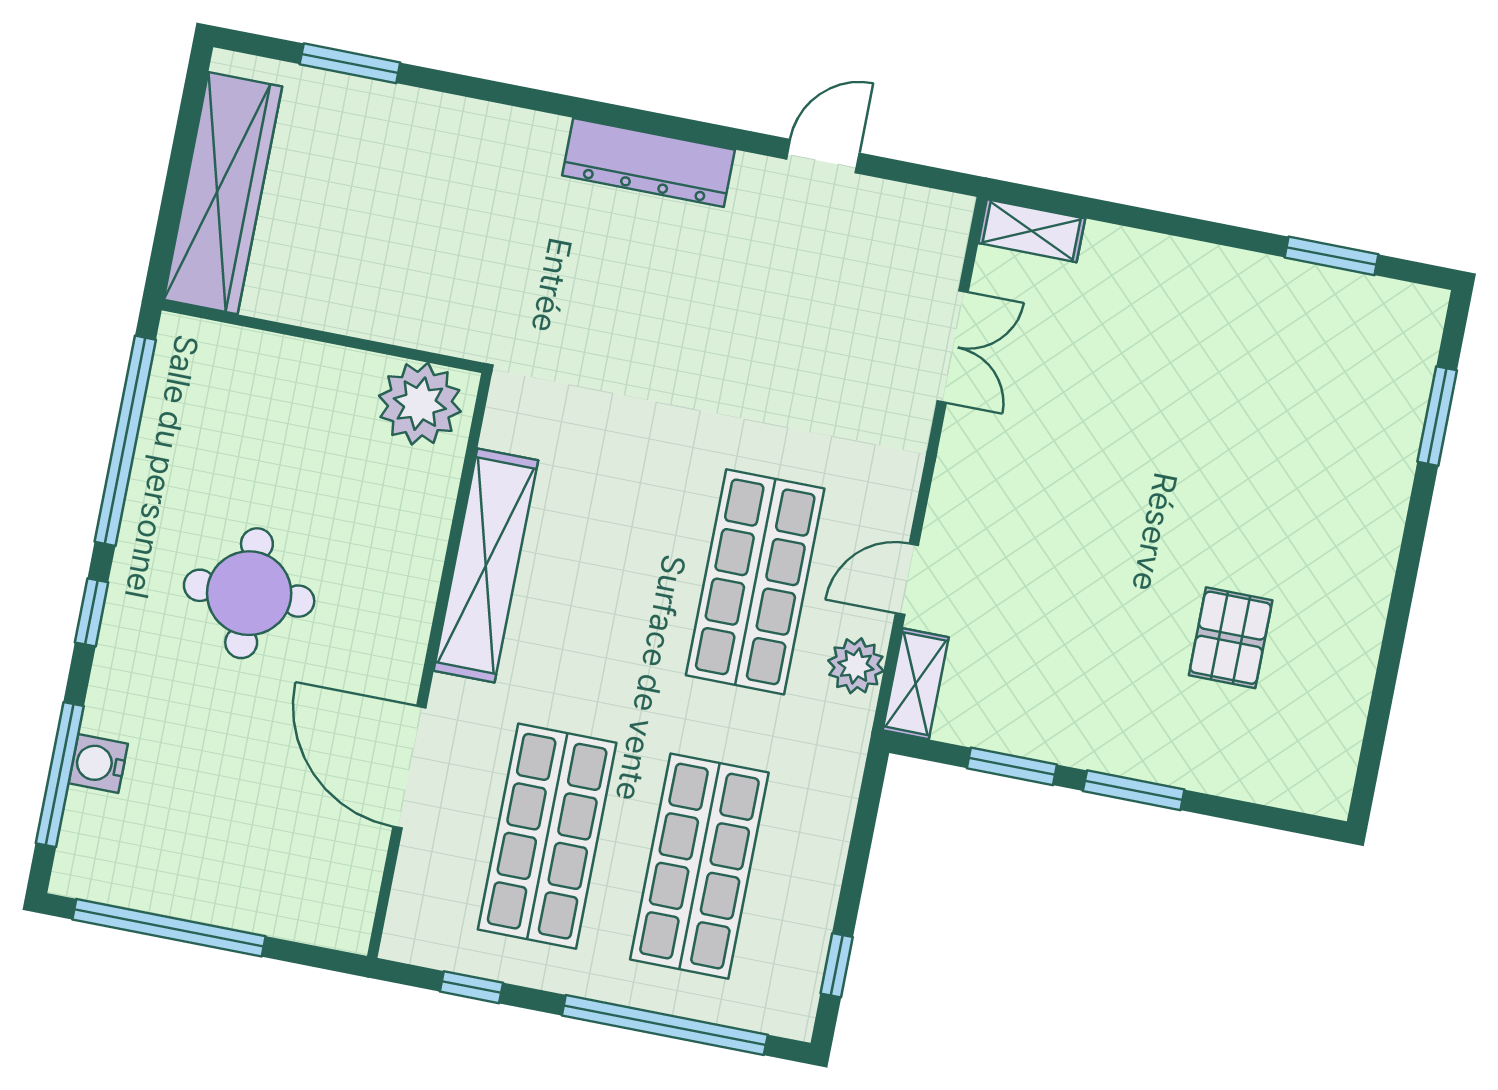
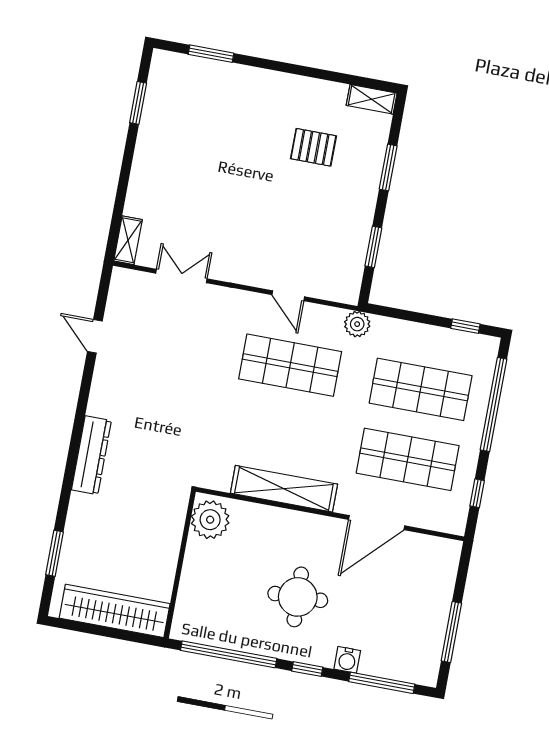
dresser: (649, 163) -> (91, 455), moved
plant: (856, 666) -> (357, 324), moved
shelving: (916, 684) -> (372, 99), moved
water cooler: (98, 764) -> (347, 660), moved
window: (1134, 790) -> (388, 167), moved
window: (169, 928) -> (451, 632), width x0.68

